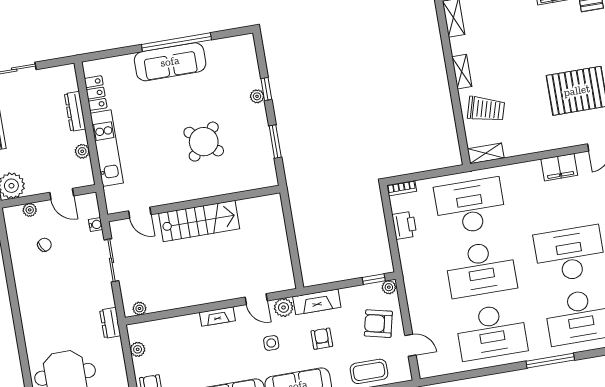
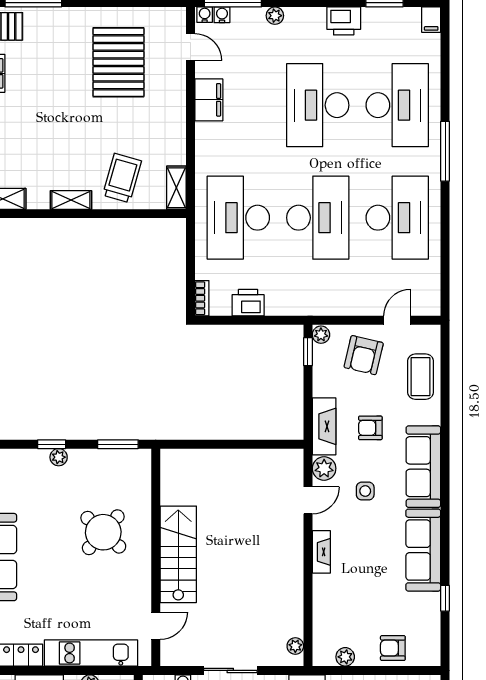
wall: (194, 204) -> (156, 557), moved
door: (140, 213) -> (156, 626), moved
stairs: (199, 221) -> (178, 554), moved

